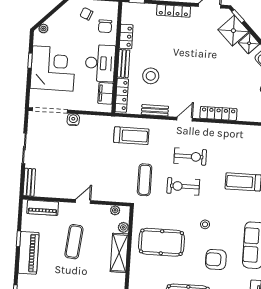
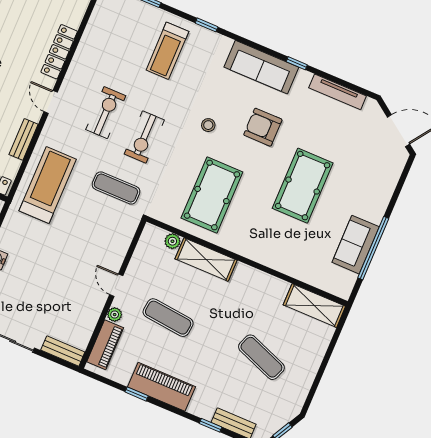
treadmill: (131, 136) -> (48, 185), width x1.37, depth x1.38
plant: (115, 210) -> (115, 315), moved
armchair: (216, 259) -> (263, 127), turned 90

